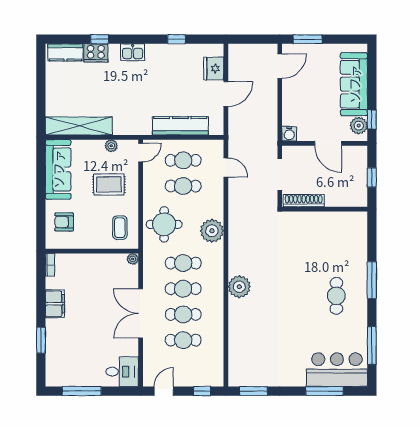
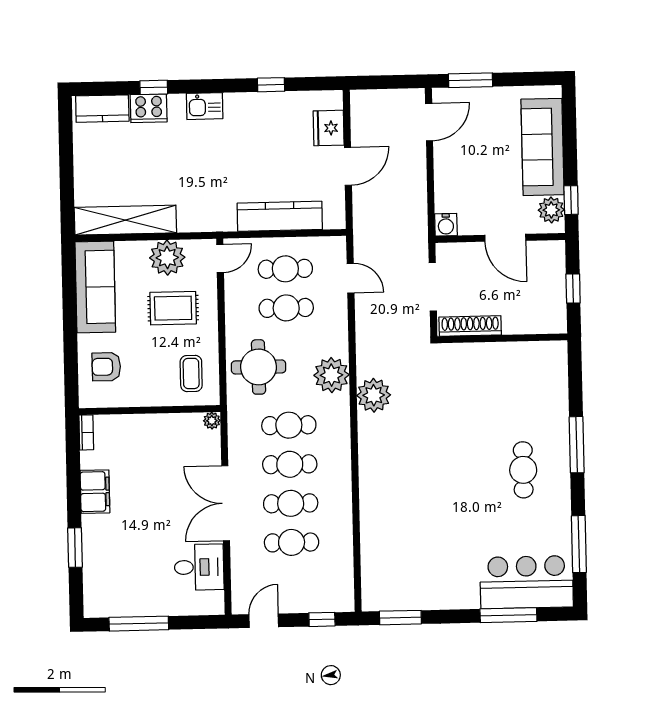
plant: (111, 146) -> (167, 258), width x1.88, depth x1.88
plant: (239, 287) -> (374, 395), moved
desk: (122, 372) -> (199, 567), moved

